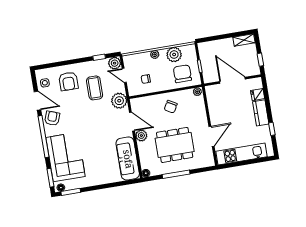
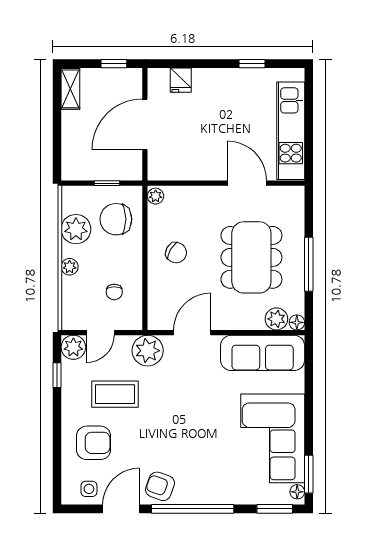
kitchen counter: (261, 113) -> (217, 80), removed
plant: (141, 136) -> (276, 319), moved
corner sofa: (65, 157) -> (273, 438), moved, turned -90

